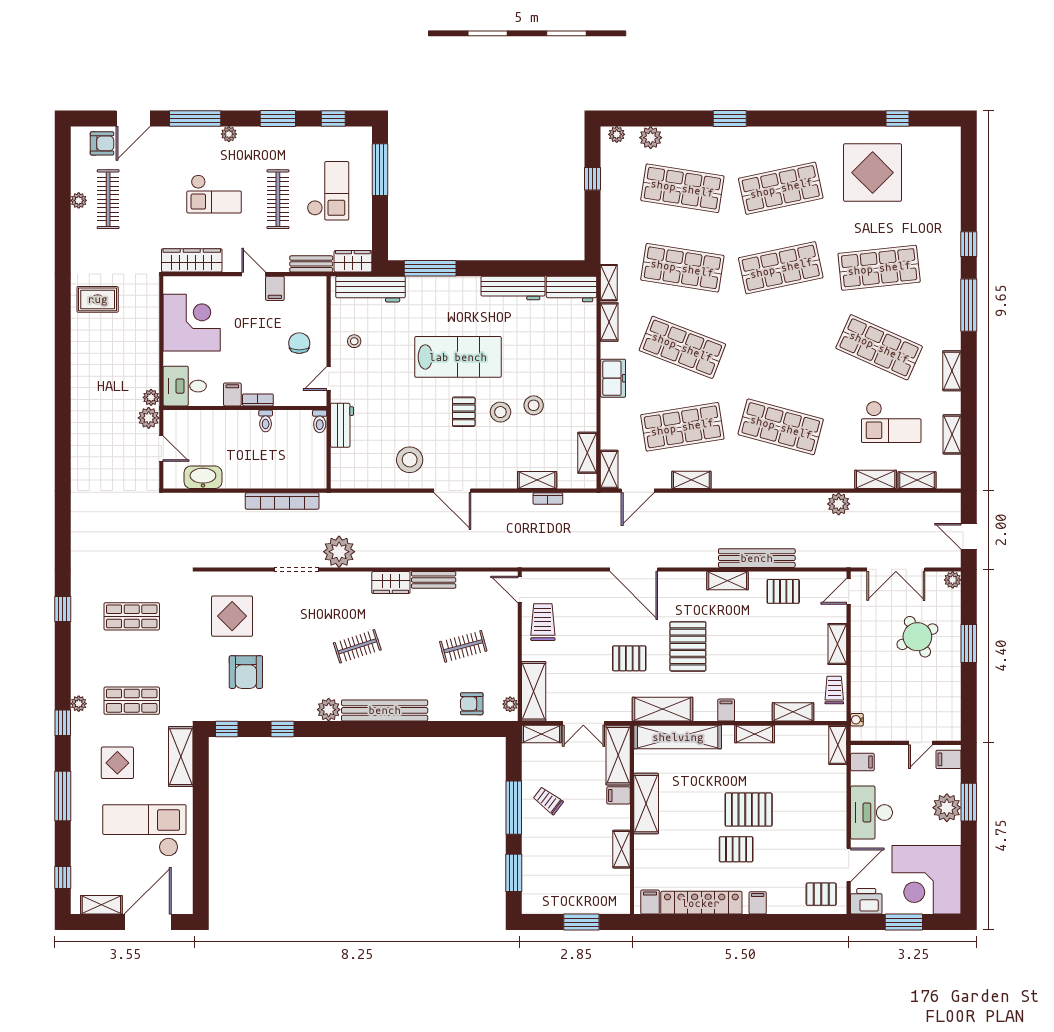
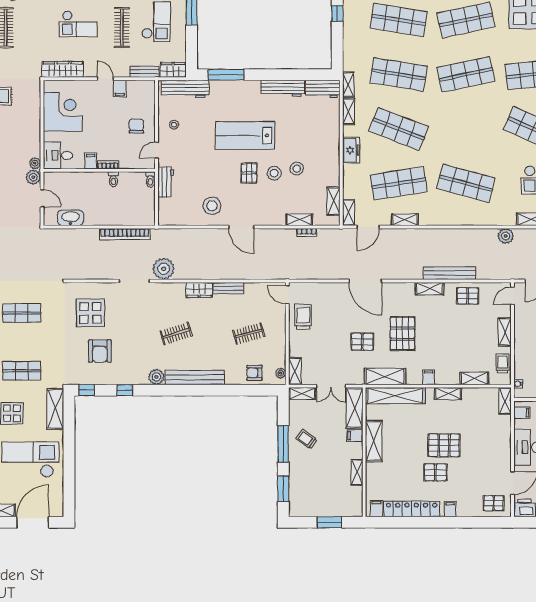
lab bench: (458, 357) -> (245, 135), turned 180
shelving: (534, 691) -> (295, 371), width x0.67, depth x0.75

